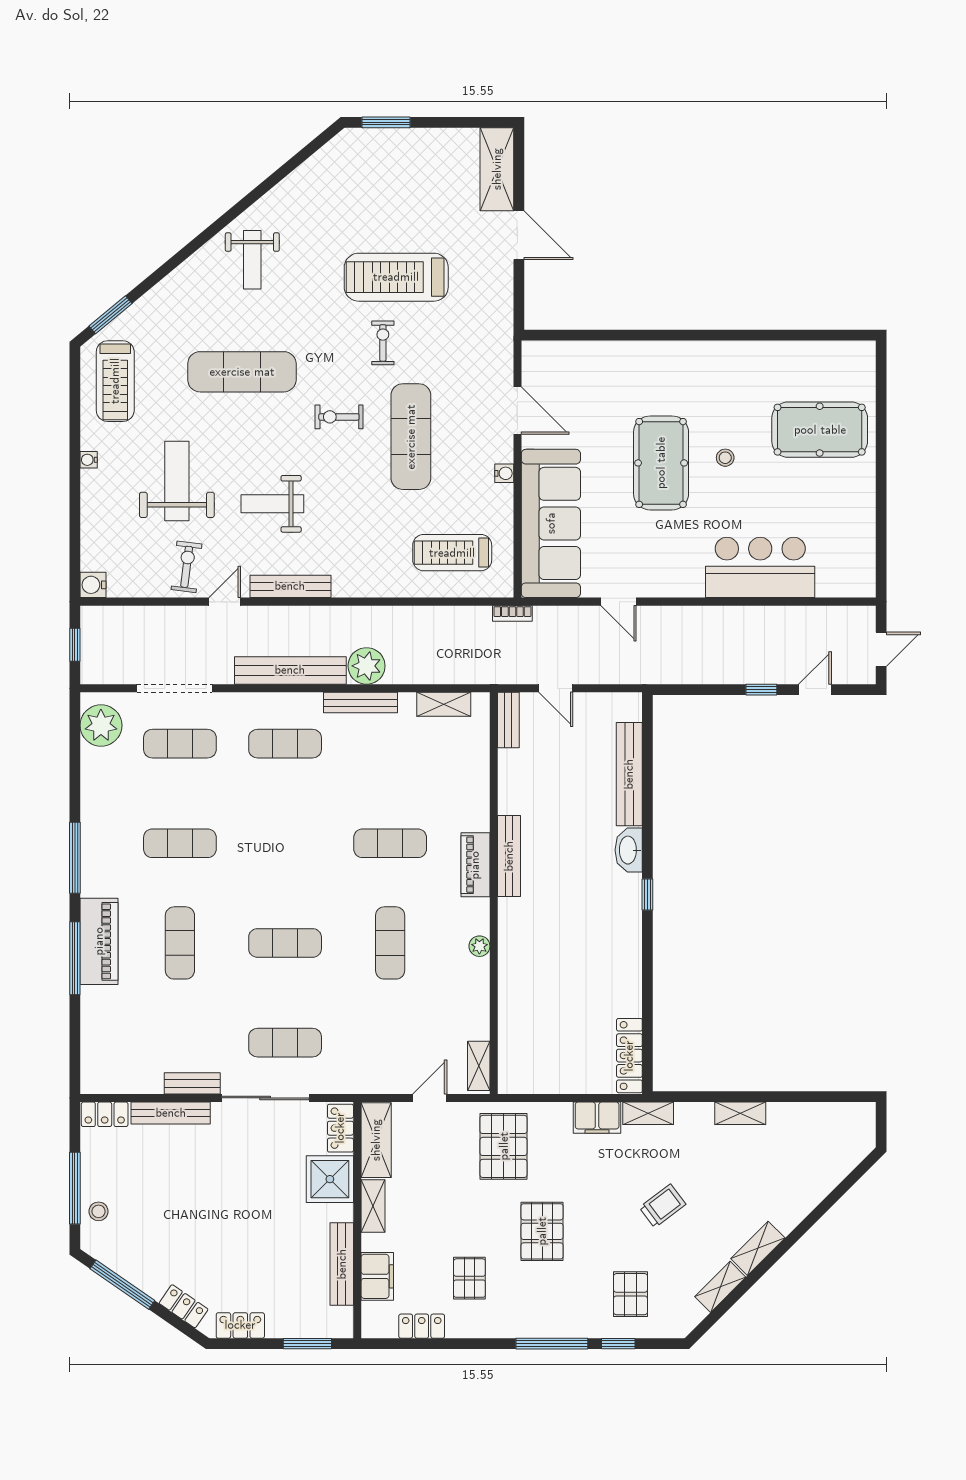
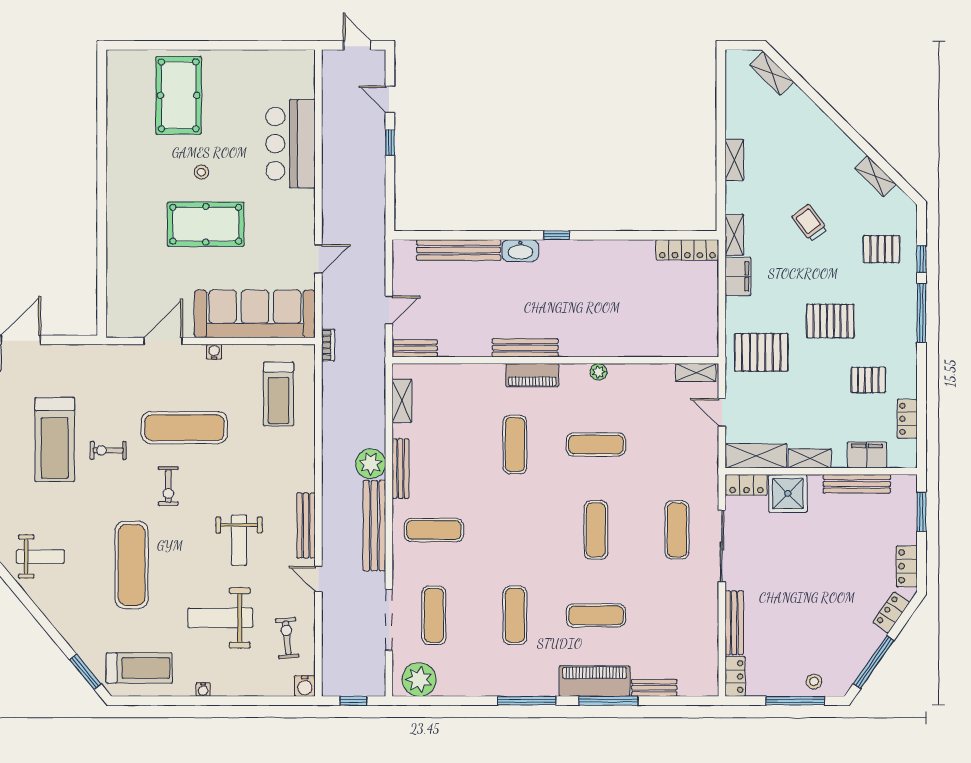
exercise bike: (187, 567) -> (287, 638), moved, turned 78
exercise mat: (285, 744) -> (434, 530), turned 90
bench: (192, 1083) -> (654, 688), moved, turned 90
shelving: (758, 1248) -> (772, 73), moved

